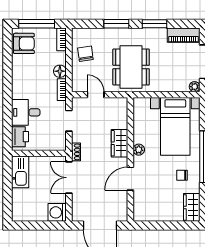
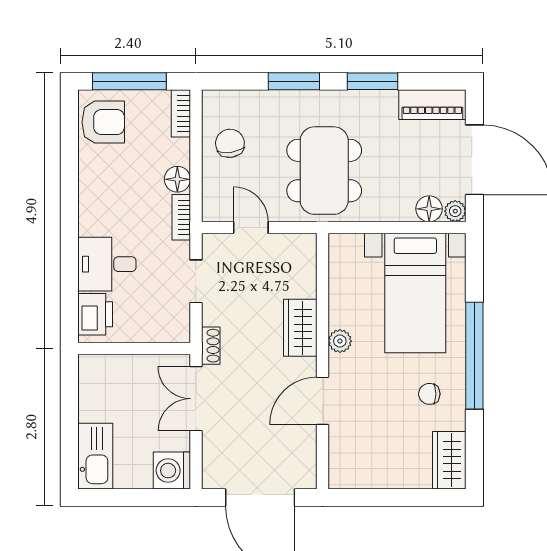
floor lamp: (182, 86) -> (429, 209), added
kitchen sink: (20, 172) -> (95, 456), moved

